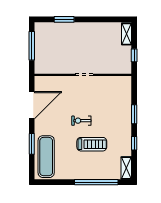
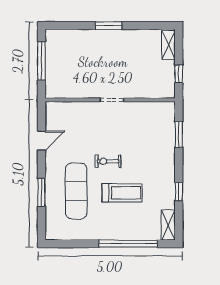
window: (64, 19) -> (109, 25), moved
door: (32, 105) -> (42, 141), width x0.53
window: (134, 114) -> (179, 135), moved
exercise mat: (46, 157) -> (76, 191), moved

